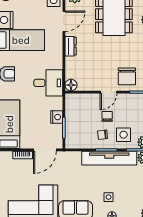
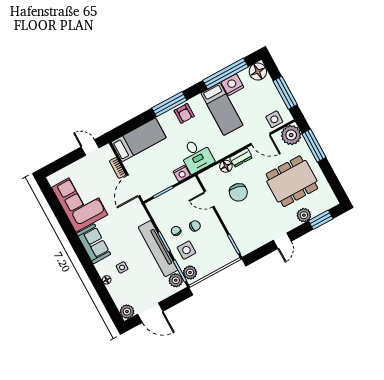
chair: (127, 76) -> (238, 192), moved, turned -77
floor lamp: (71, 85) -> (226, 166), moved
door: (109, 92) -> (209, 199), moved
nightstand: (57, 117) -> (182, 173), moved
door: (45, 150) -> (133, 186), hinge flipped

